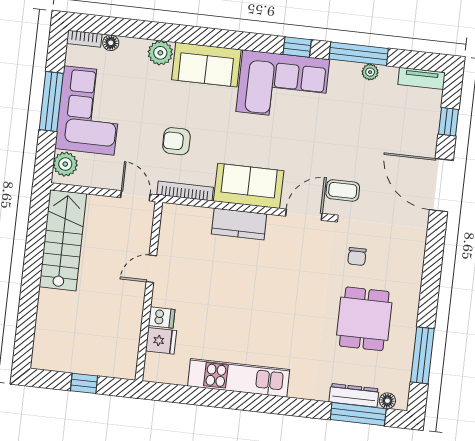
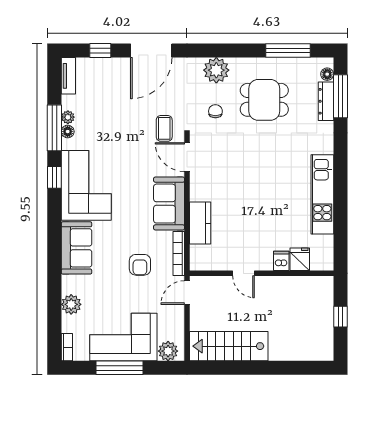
floor lamp: (111, 43) -> (68, 132), moved
plant: (160, 53) -> (71, 304), moved
kitchen counter: (239, 224) -> (200, 223), moved
chair: (357, 256) -> (215, 111), turned -90
plant: (408, 263) -> (216, 70), added

